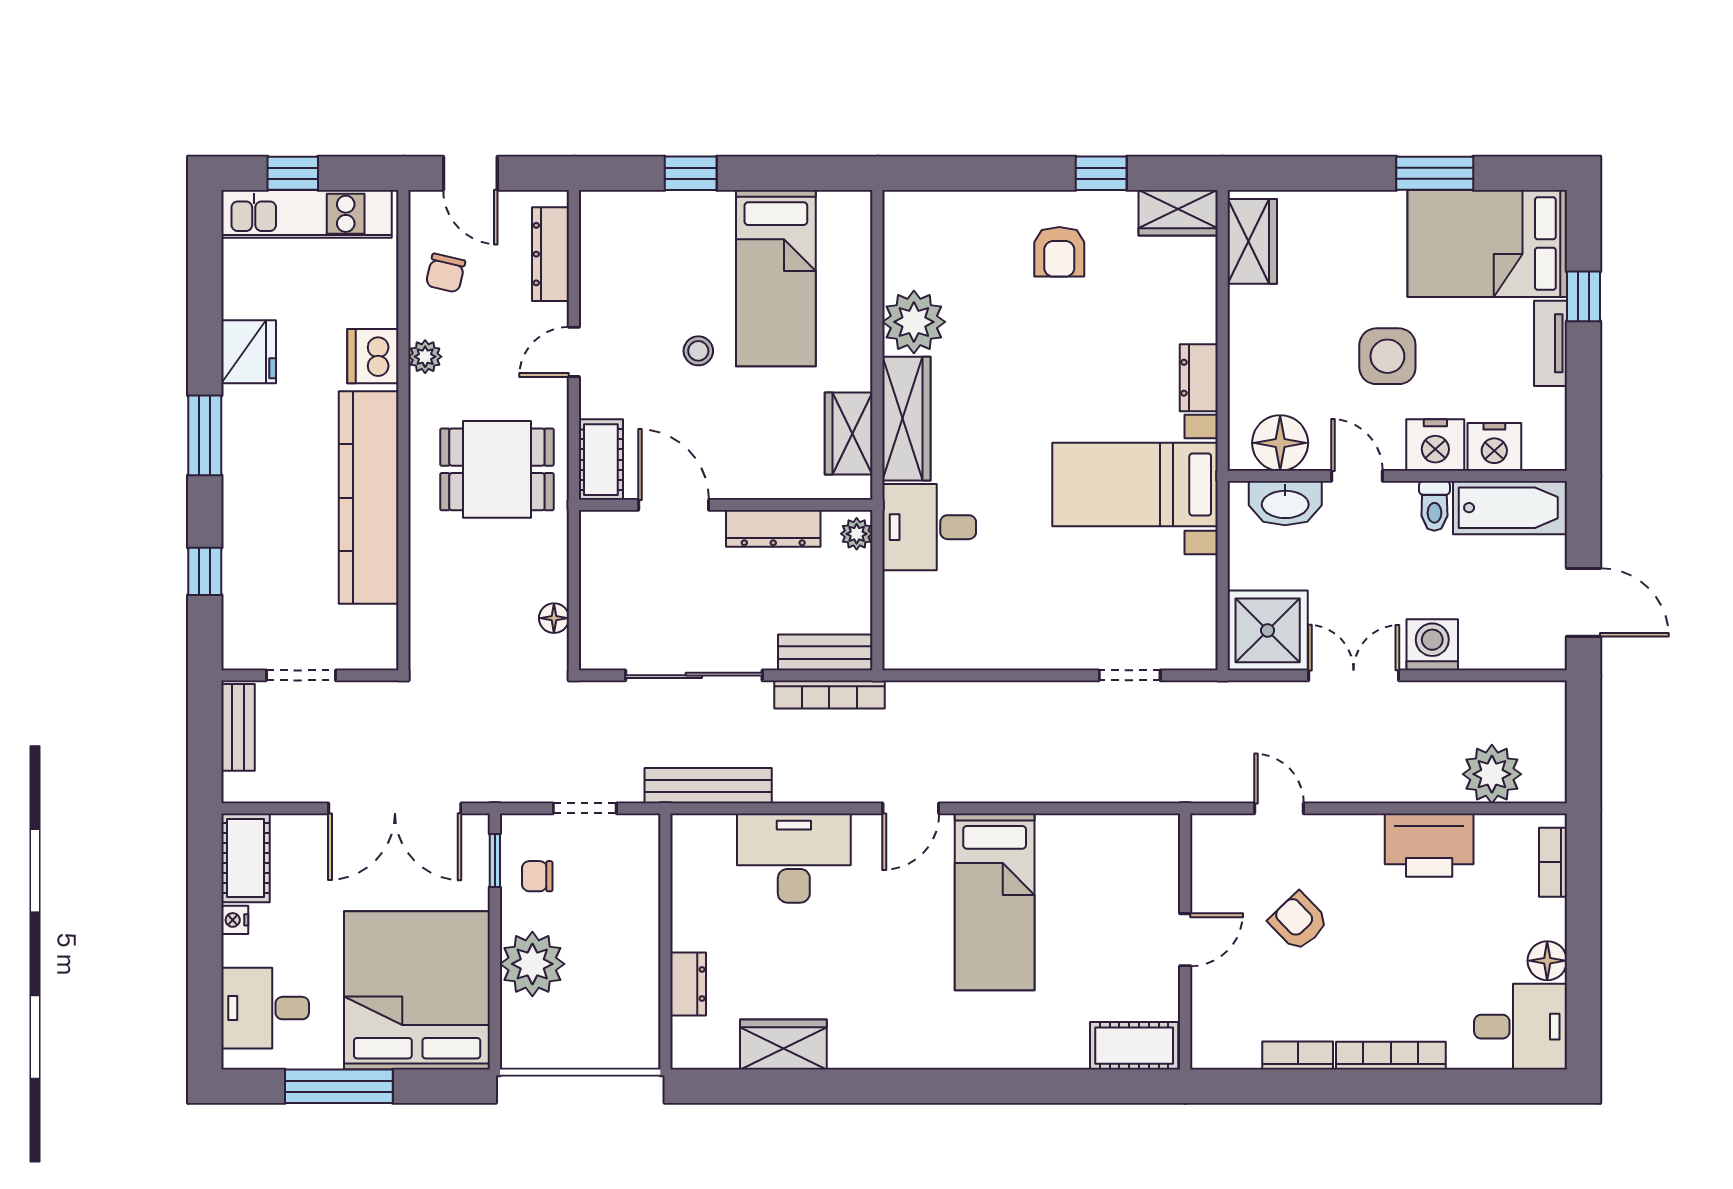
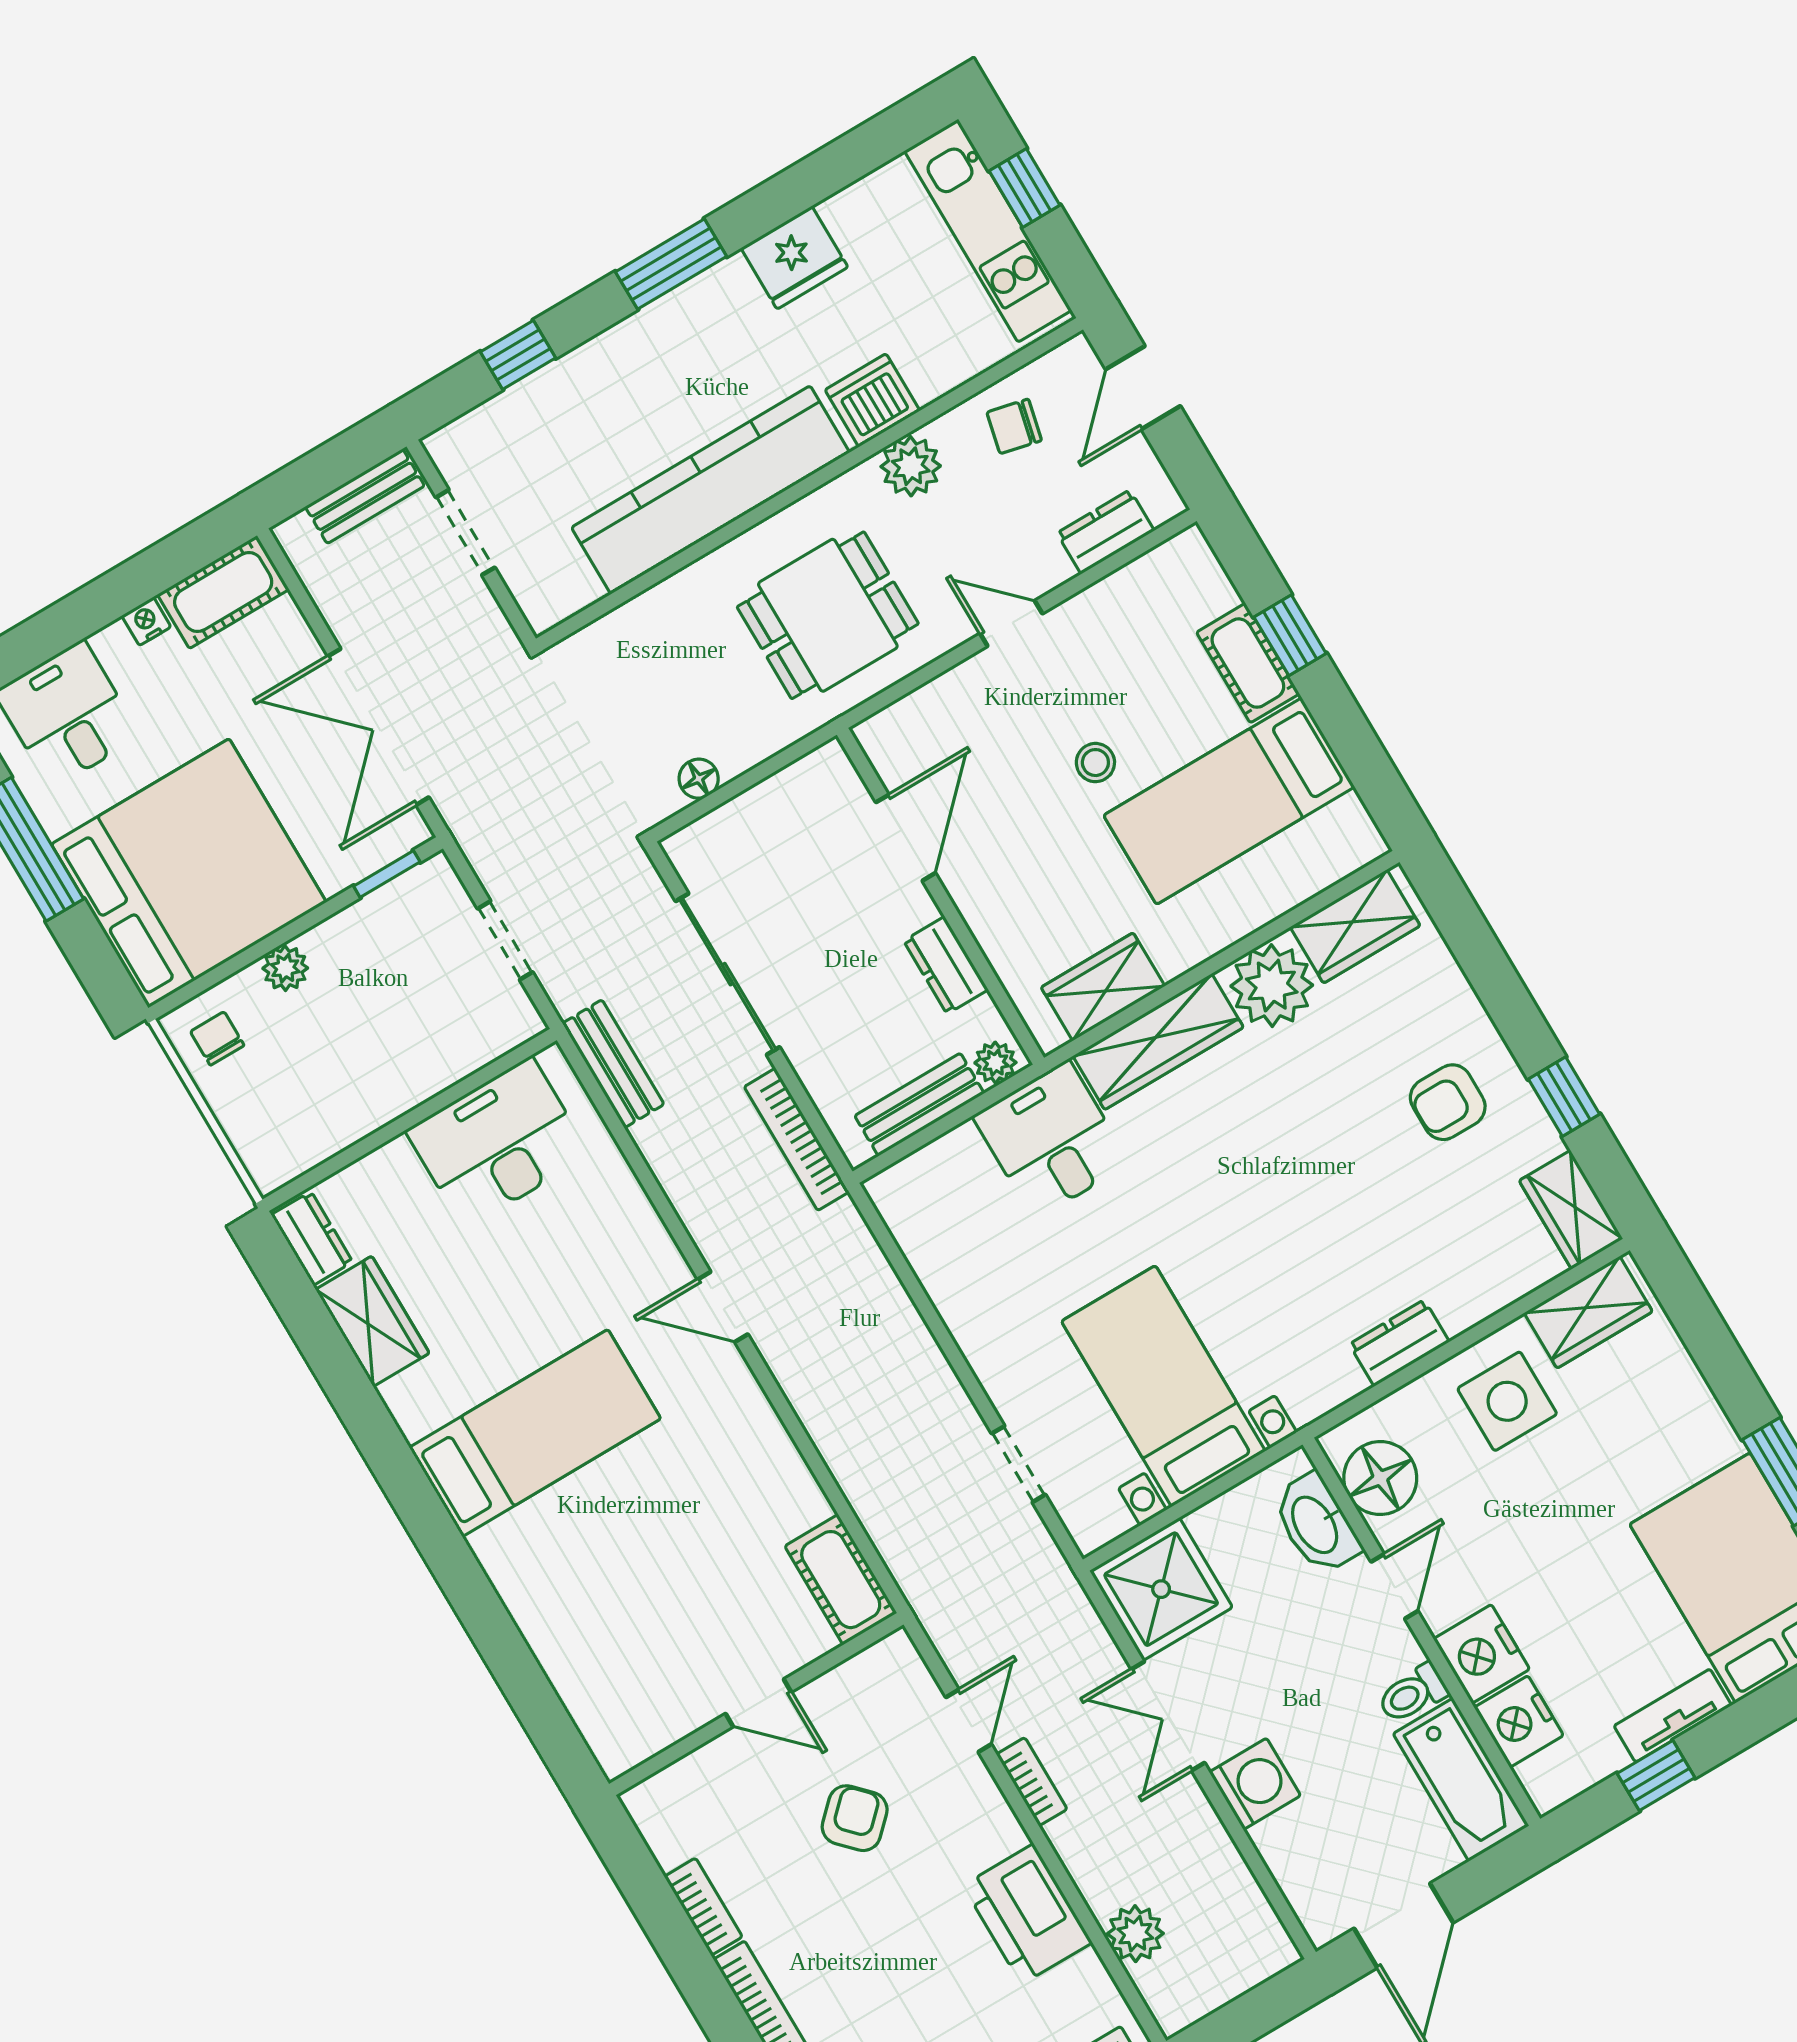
wardrobe: (908, 244) -> (1355, 926), added
dresser: (551, 254) -> (1106, 532), width x0.70
window: (1583, 296) -> (1656, 1776), moved
side table: (1387, 356) -> (1507, 1401), moved
plant: (425, 357) -> (911, 466), width x1.38, depth x1.38
cot: (601, 460) -> (1248, 663), moved, turned 90
dining table: (497, 469) -> (828, 615), turned 90
bed with nightstands: (1135, 484) -> (1163, 1386), moved
dresser: (773, 528) -> (946, 965), width x0.70
bench: (825, 652) -> (919, 1105), moved, turned 90
double door: (1354, 675) -> (1168, 1716), swing flipped
plant: (1492, 774) -> (1135, 1934), width x0.73, depth x0.73
bench: (708, 786) -> (613, 1064), width x0.73
bookcase: (1344, 791) -> (1032, 1782), added
desk: (794, 858) -> (498, 1143), moved, turned -90
chair: (537, 876) -> (217, 1038), moved
bed: (995, 902) -> (535, 1433), moved, turned 180
plant: (532, 964) -> (285, 968), width x0.53, depth x0.53
dresser: (688, 984) -> (312, 1238), moved, turned -90
cot: (1134, 1046) -> (841, 1580), moved

